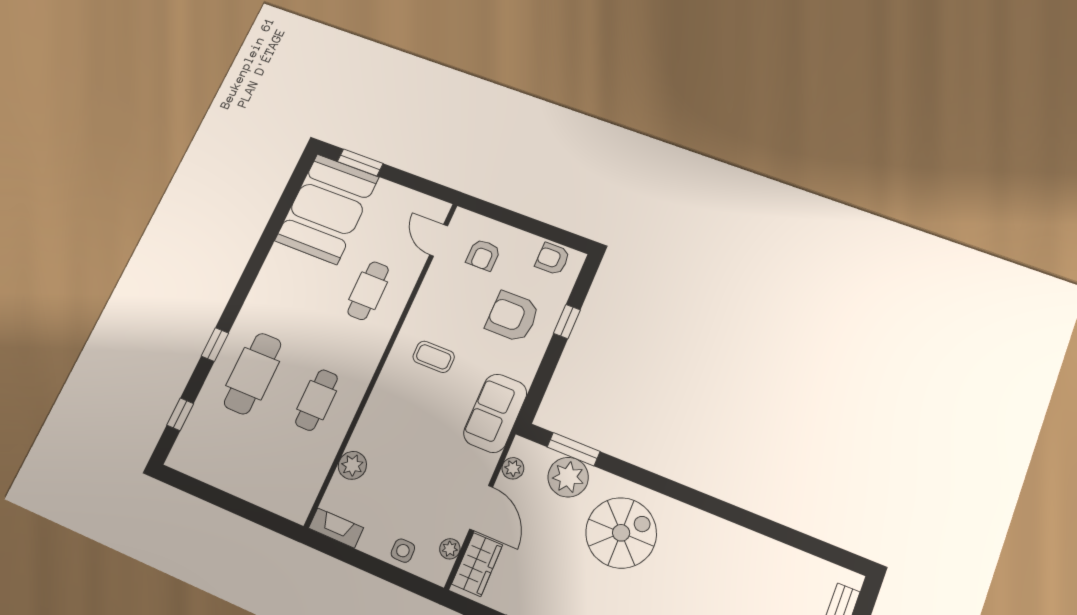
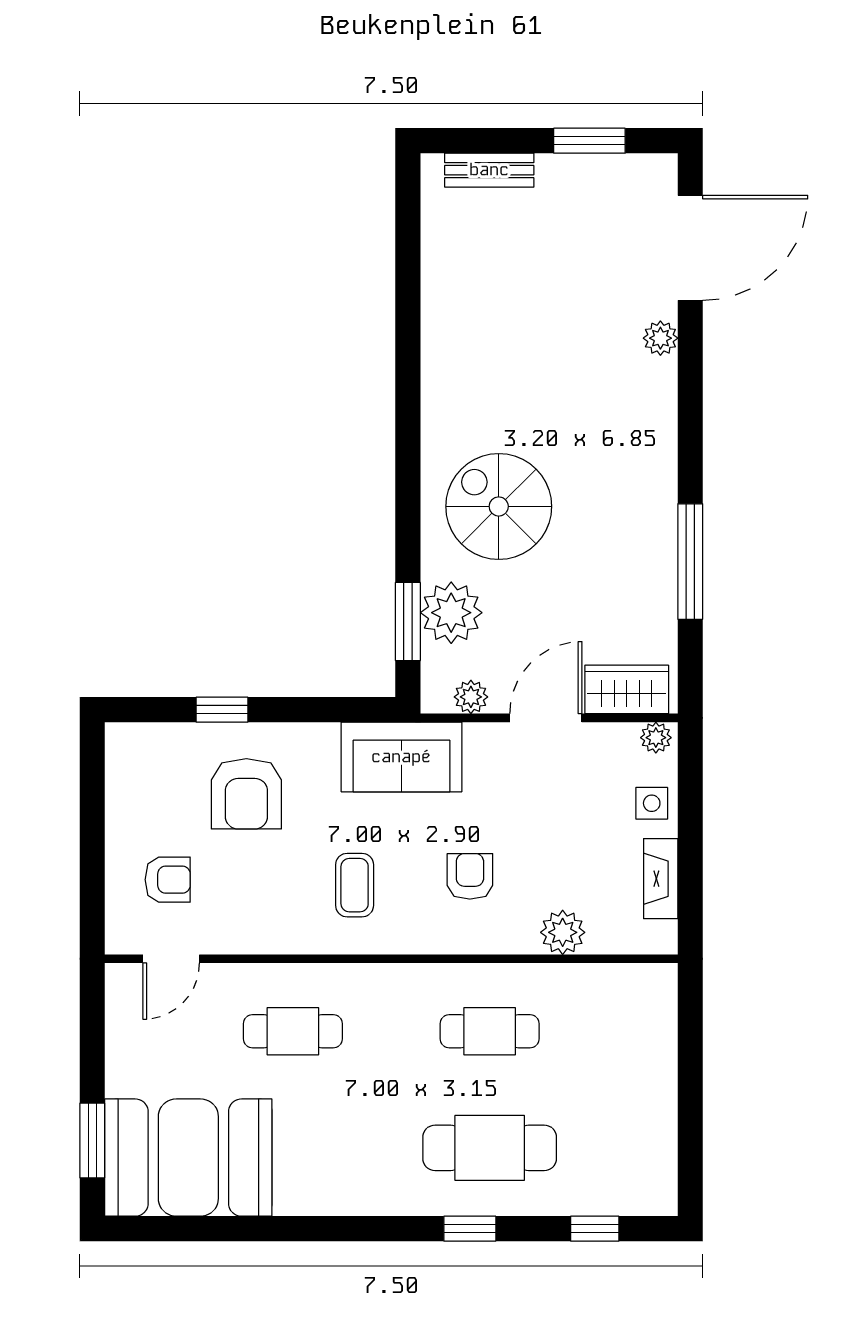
armchair: (553, 259) -> (470, 876), moved, turned 180
fireplace: (336, 528) -> (661, 879), moved
plant: (450, 549) -> (656, 738), moved

